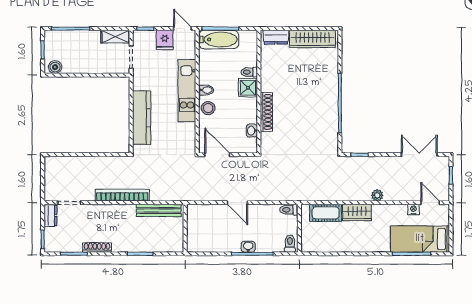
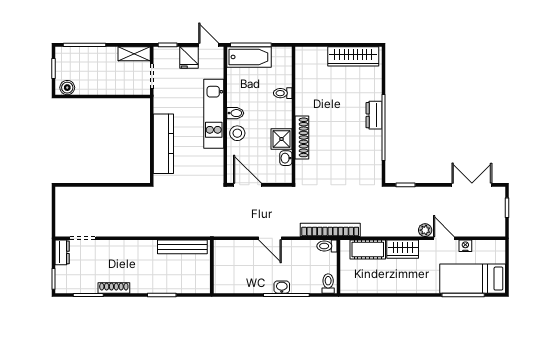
dresser: (276, 37) -> (374, 115), moved, turned 90
shower: (248, 88) -> (281, 139), moved
bookcase: (122, 195) -> (330, 230), moved
door: (430, 203) -> (444, 238), moved

